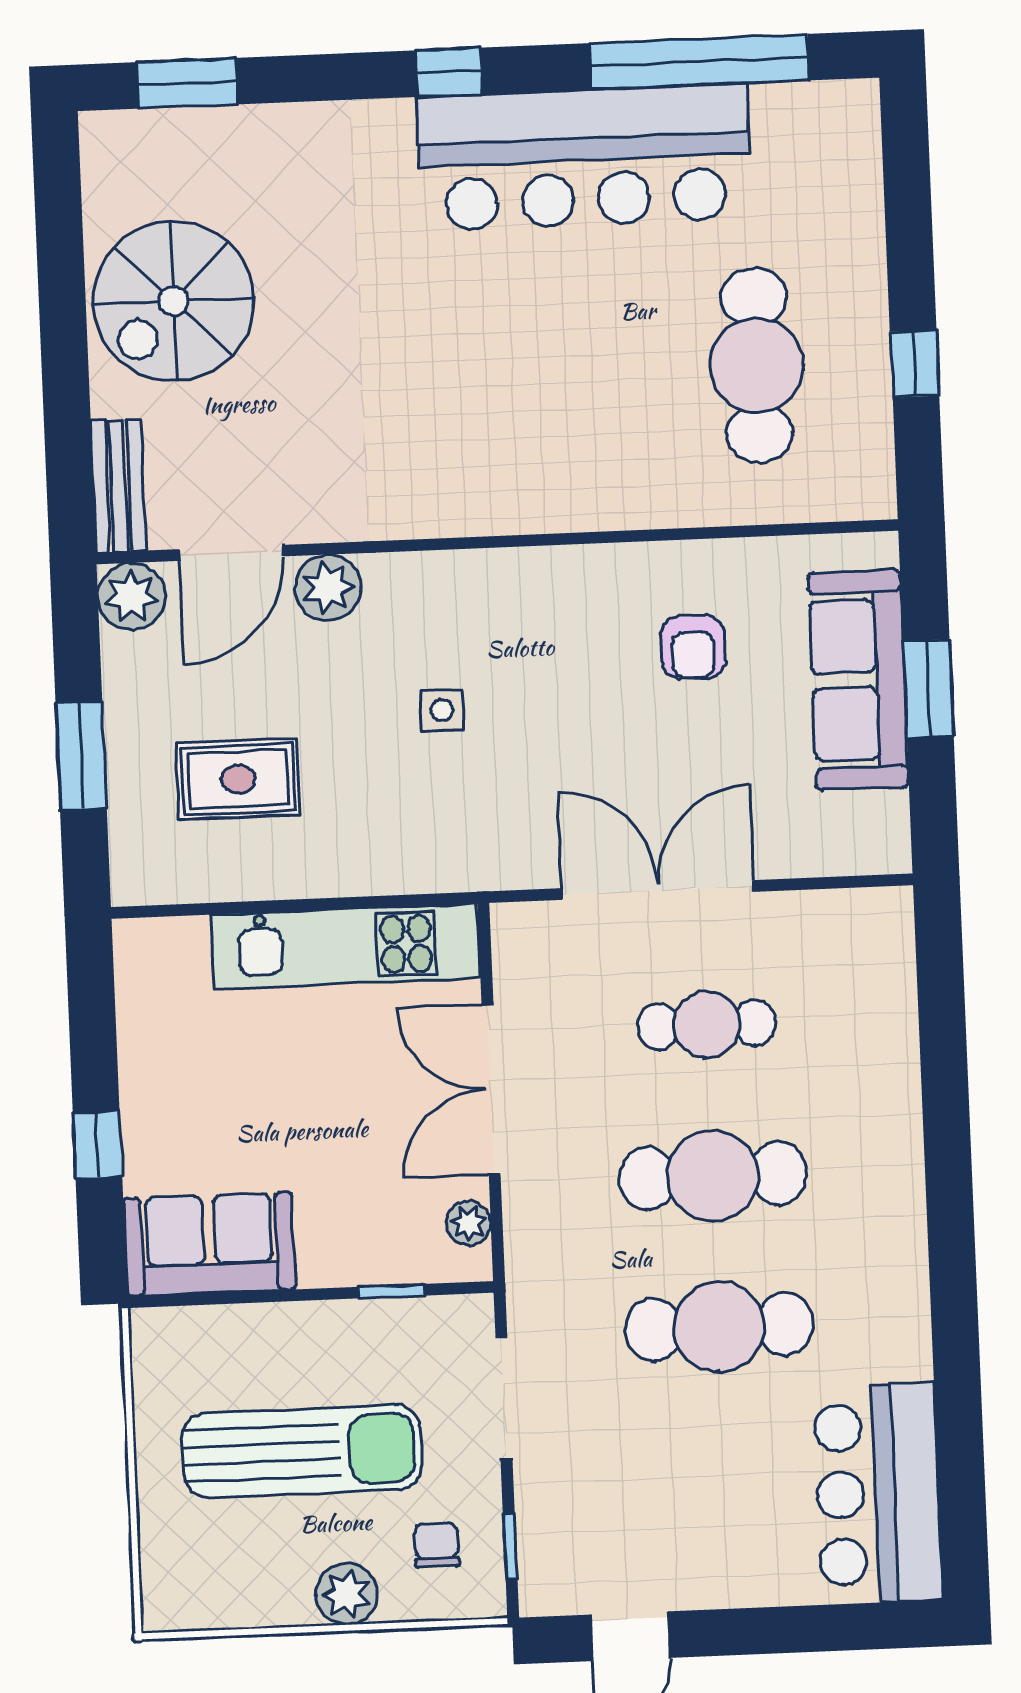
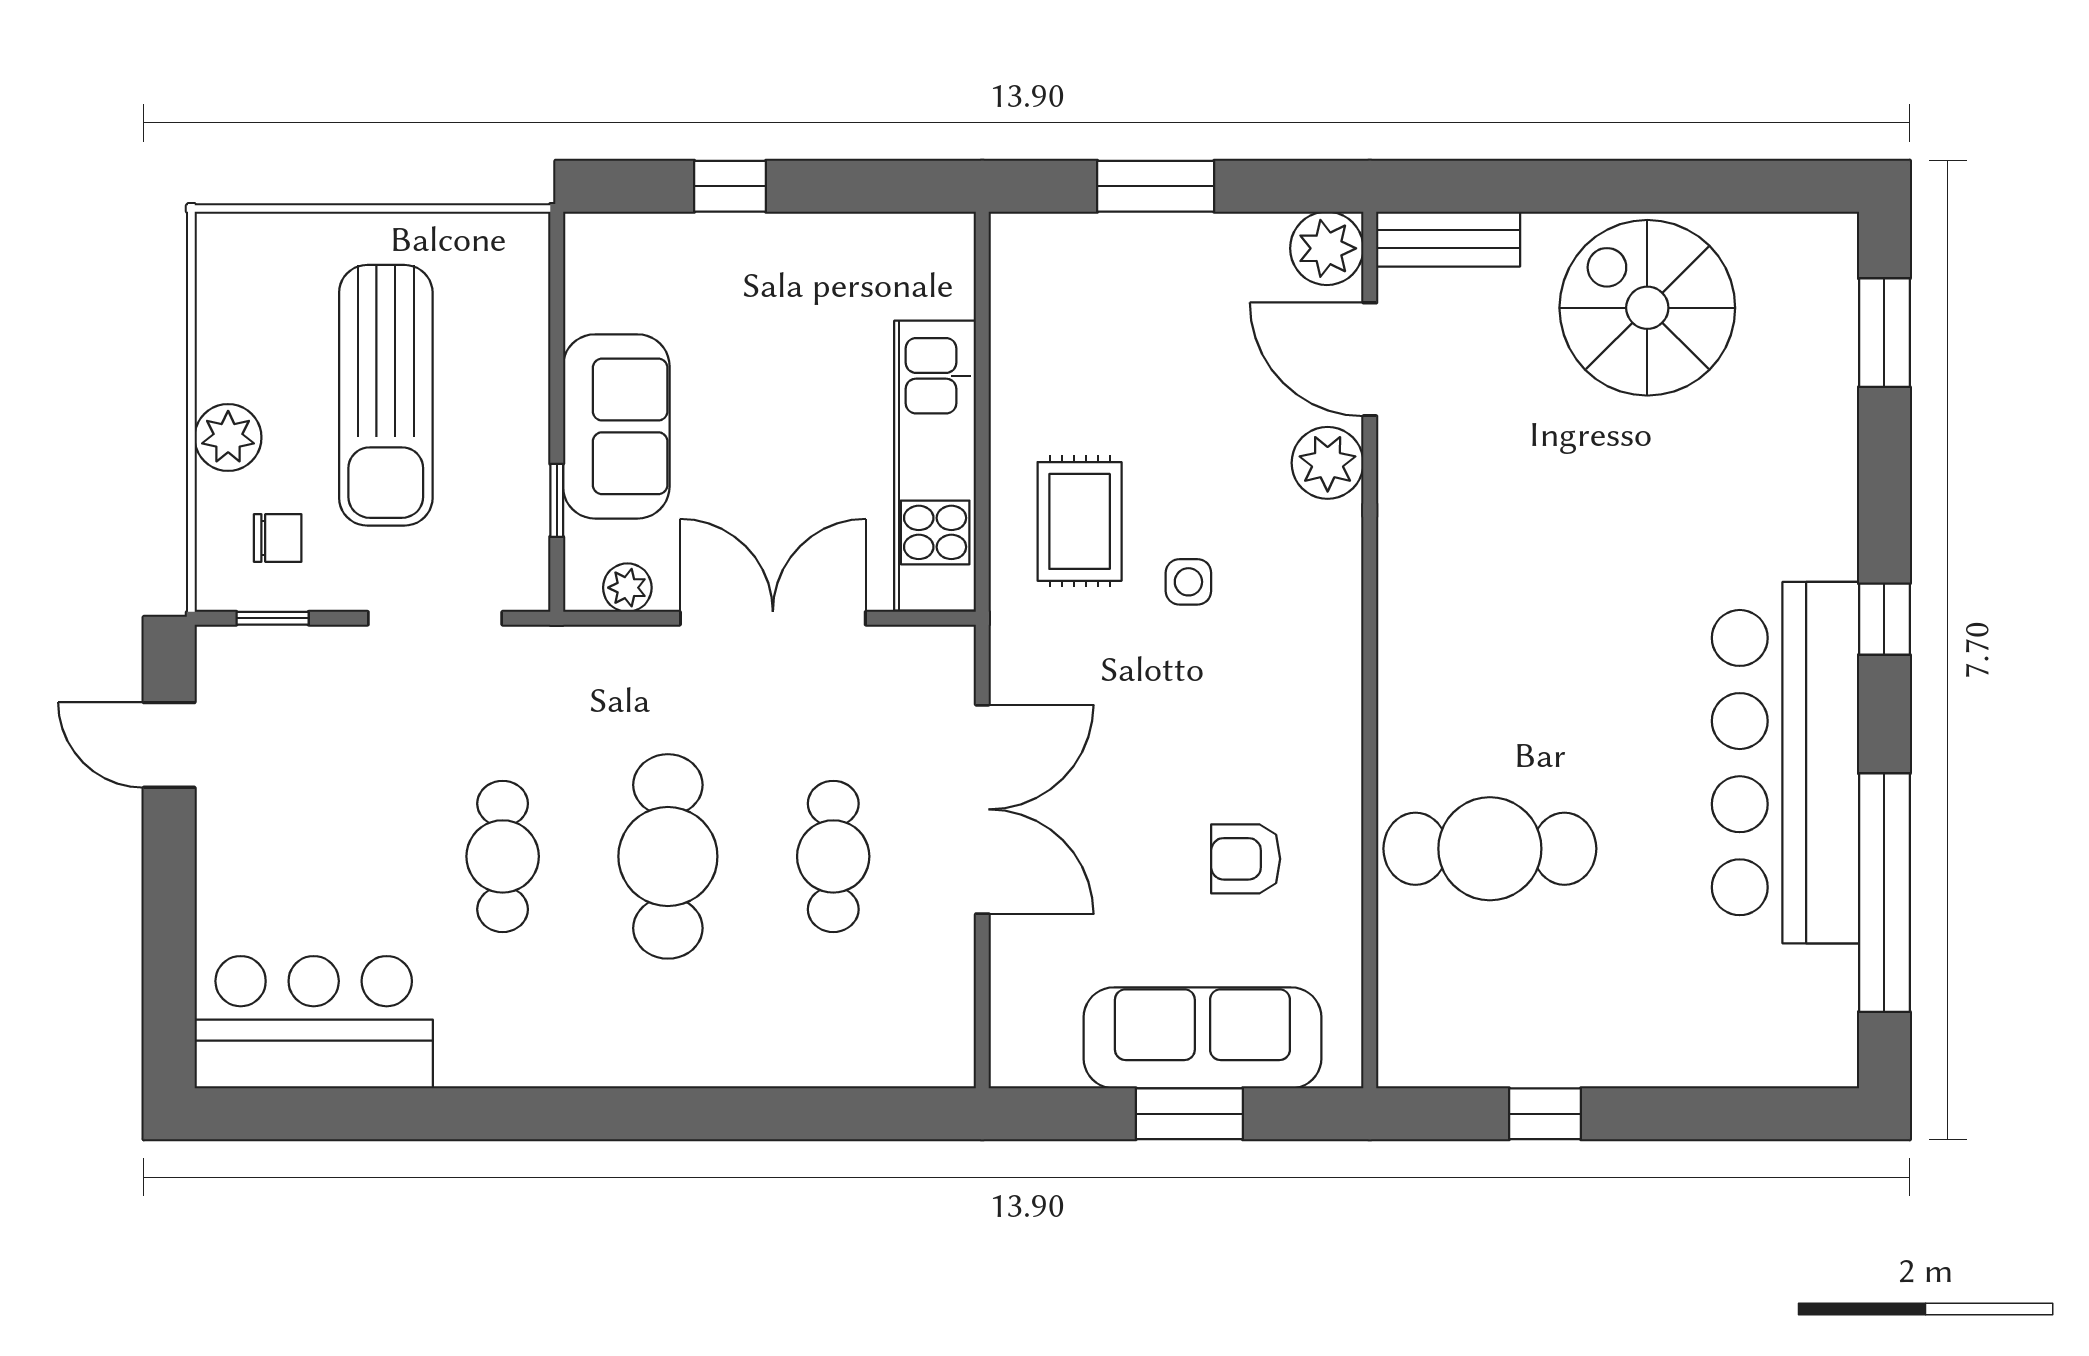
cafe table: (757, 365) -> (1490, 849), moved
rug: (238, 779) -> (1080, 521), moved
sofa: (209, 1244) -> (616, 426), moved
cafe table: (719, 1327) -> (503, 856), width x0.73, depth x0.74

